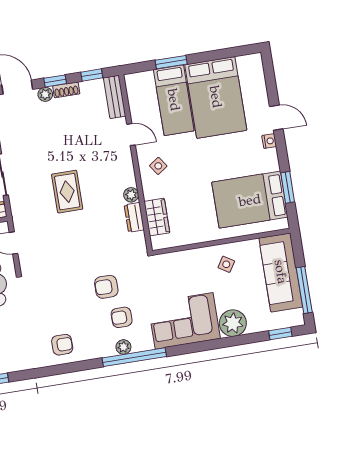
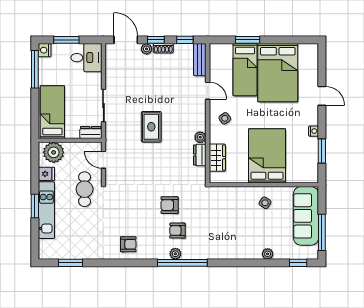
nightstand: (269, 141) -> (314, 131), moved
bed: (250, 200) -> (267, 156), moved, turned 90
corner sofa: (184, 321) -> (225, 241), removed
plant: (233, 323) -> (268, 254), width x0.53, depth x0.53

